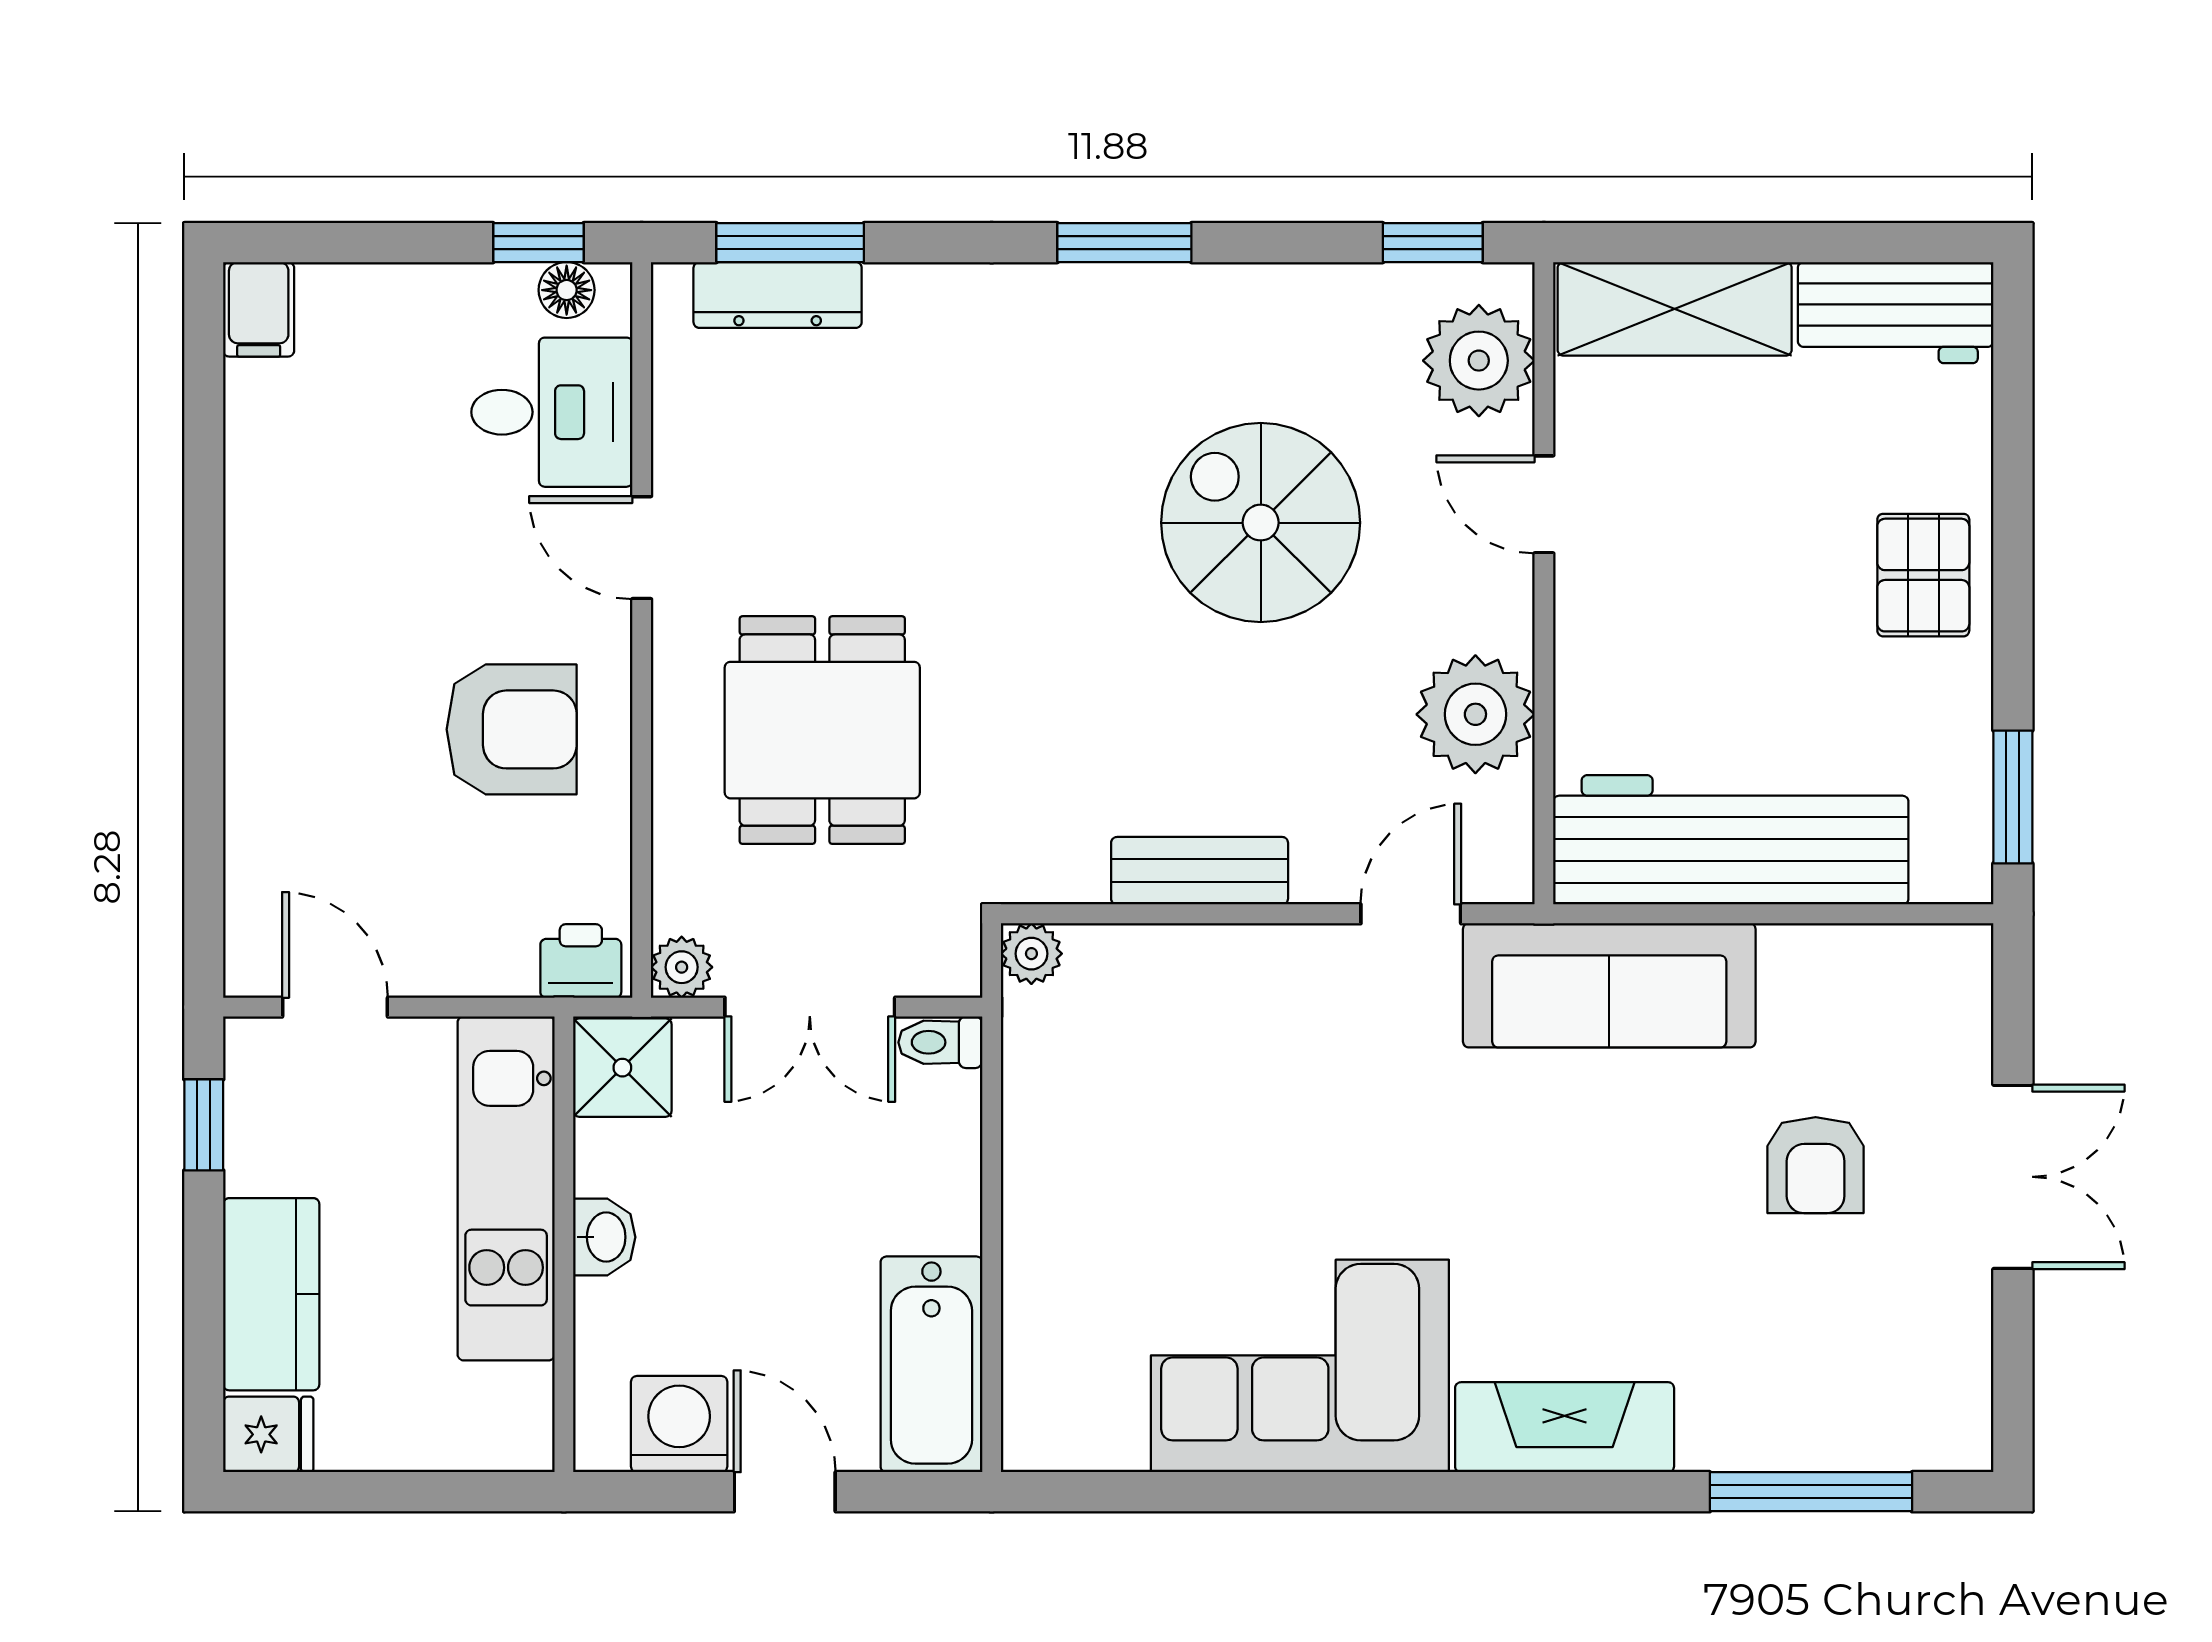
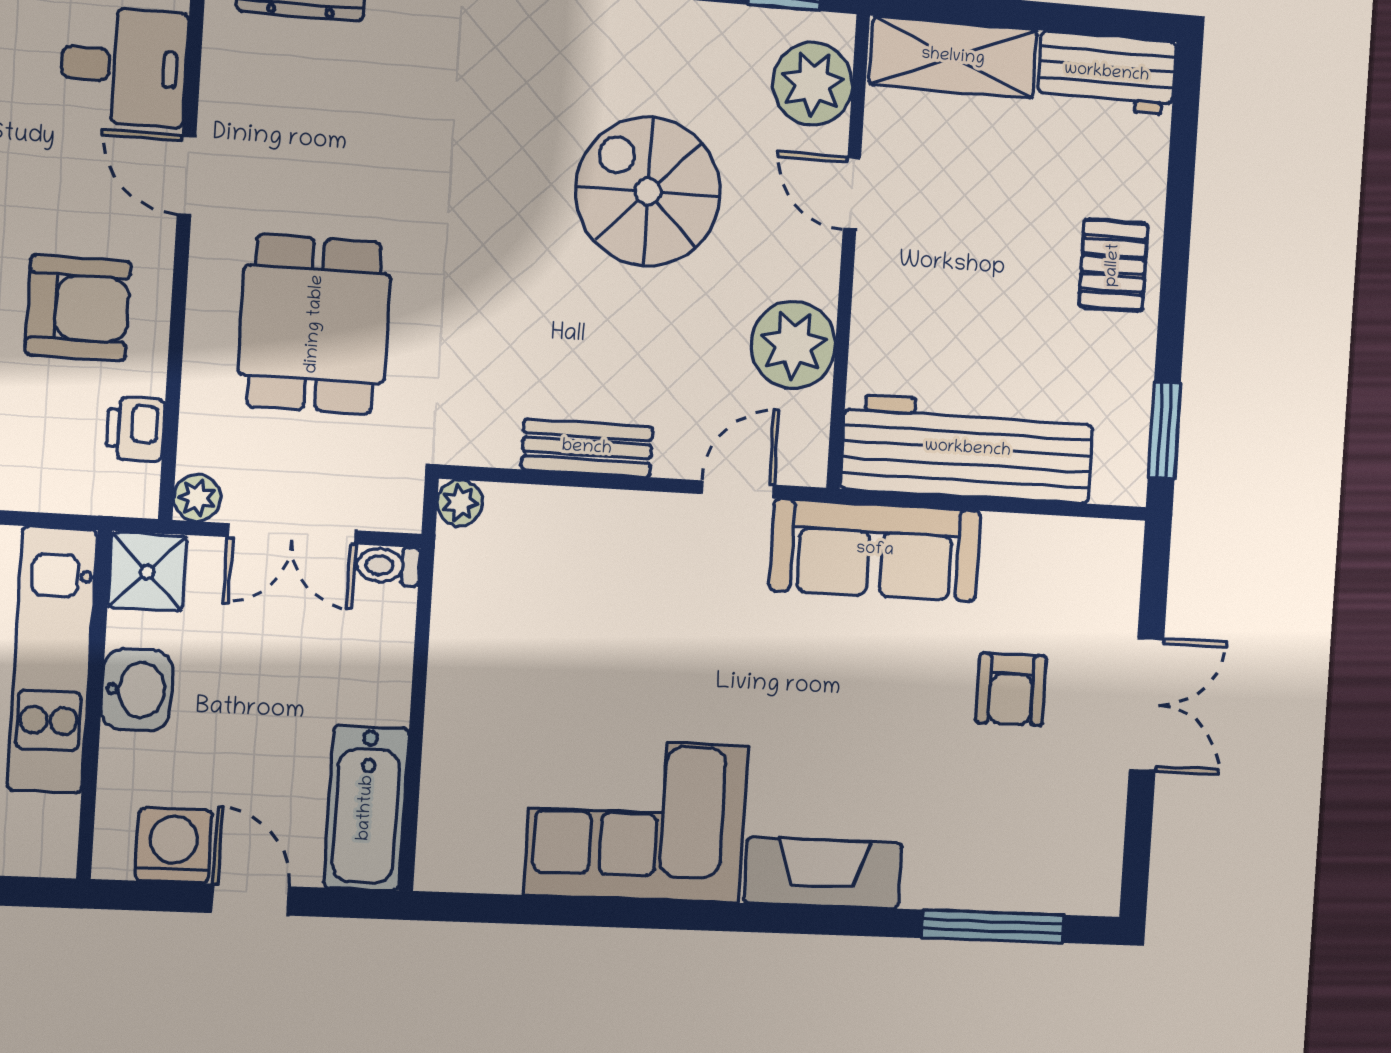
printer: (581, 961) -> (135, 429), moved, turned -90
washbasin: (604, 1237) -> (137, 690), width x1.38, depth x1.45

